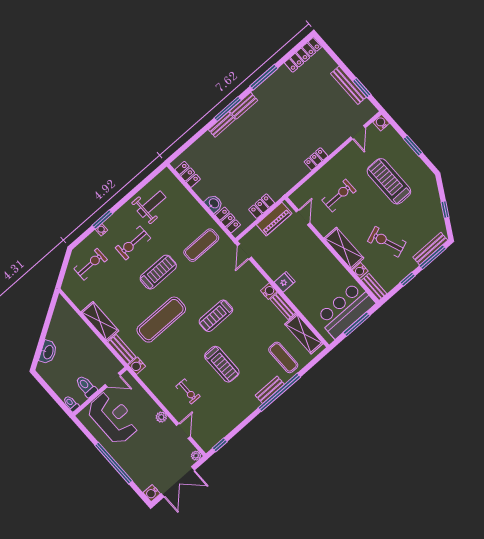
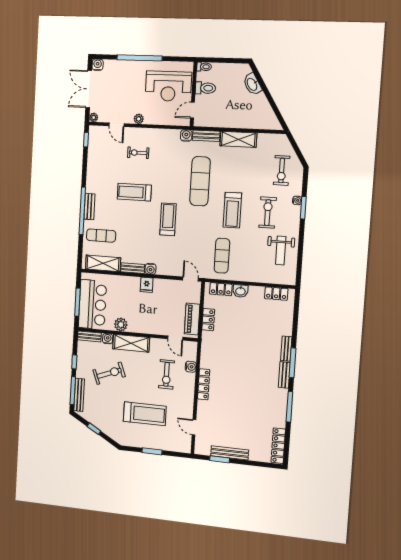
water cooler: (381, 123) -> (191, 367), moved
locker: (316, 159) -> (204, 384), width x1.53
plant: (338, 271) -> (121, 325), added

